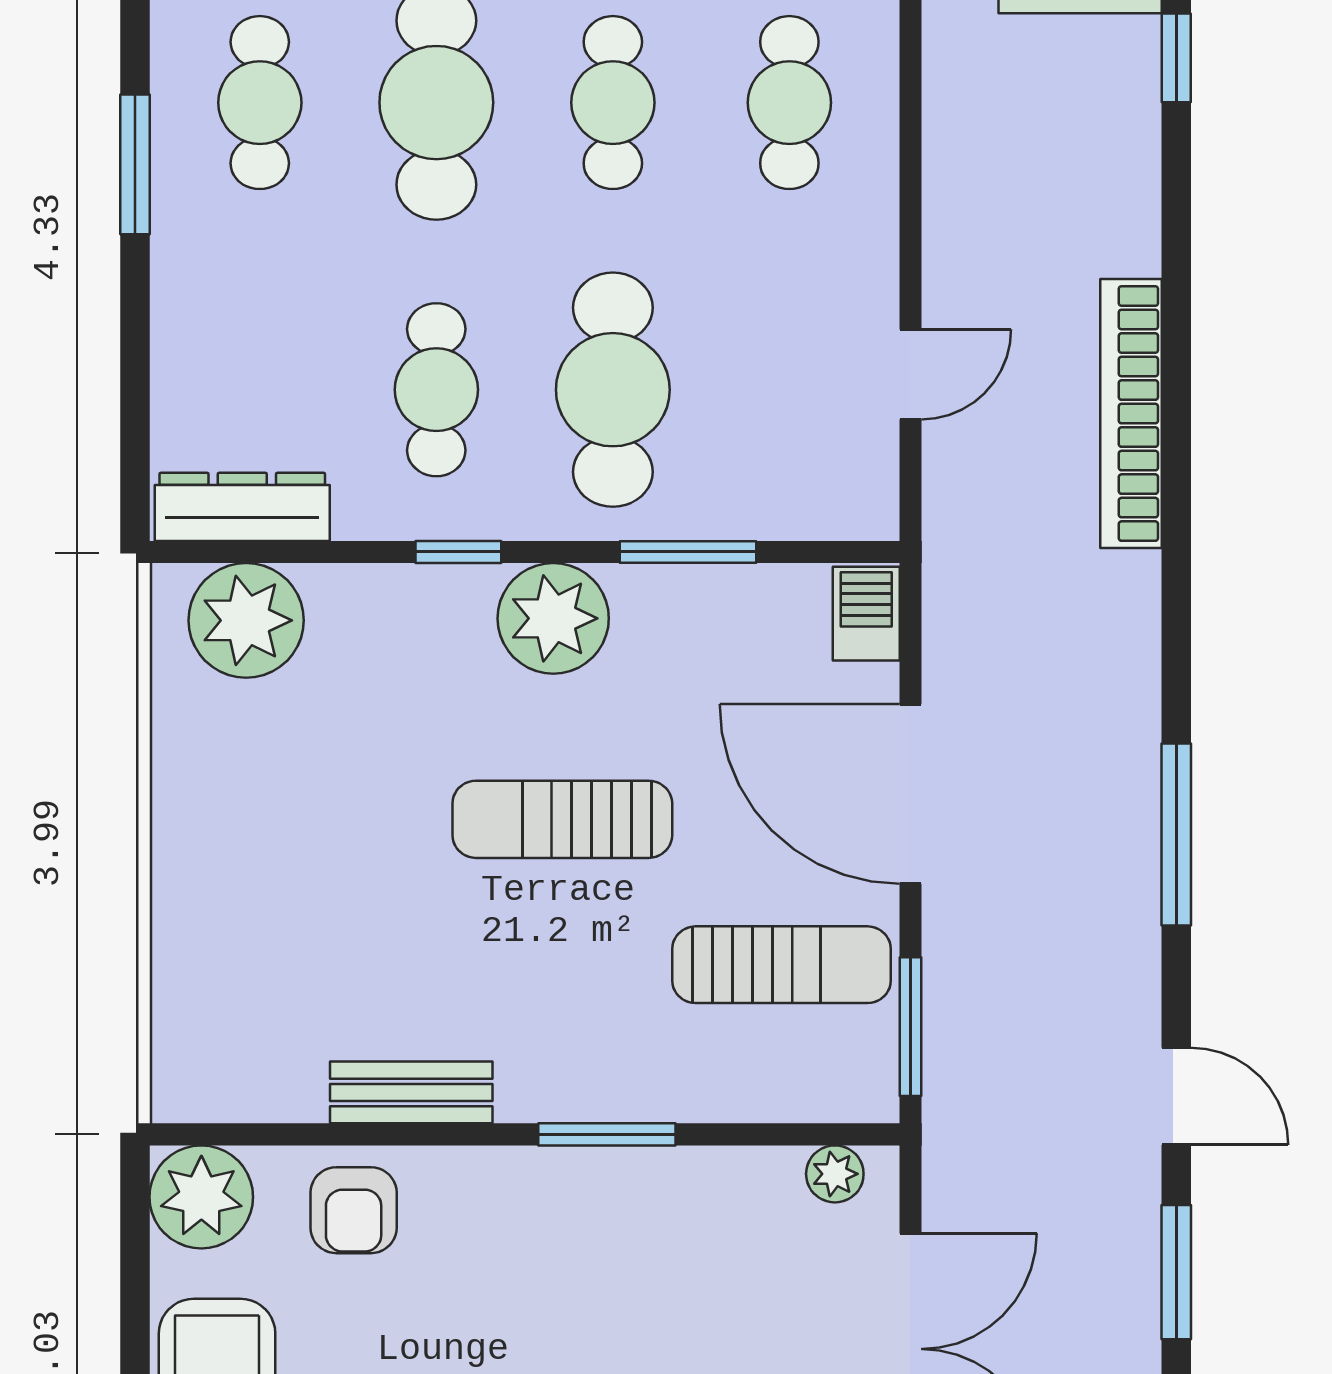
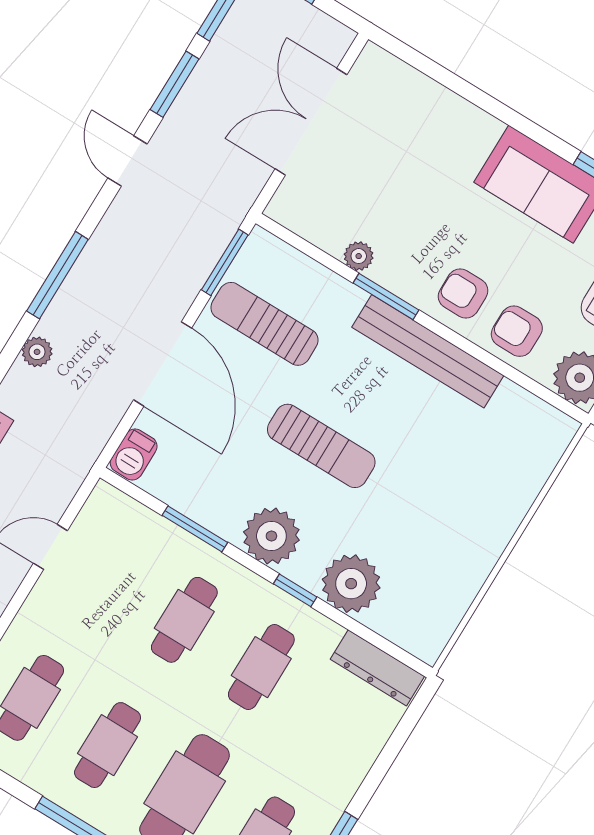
cafe table: (613, 390) -> (184, 620), width x0.73, depth x0.74
plant: (246, 620) -> (351, 584), moved
plant: (1132, 686) -> (37, 352), added
bench: (411, 1092) -> (428, 351), width x1.86, depth x1.21
plant: (835, 1174) -> (359, 256), moved
armchair: (354, 1210) -> (517, 331), turned -90
armchair: (482, 1218) -> (463, 293), added

